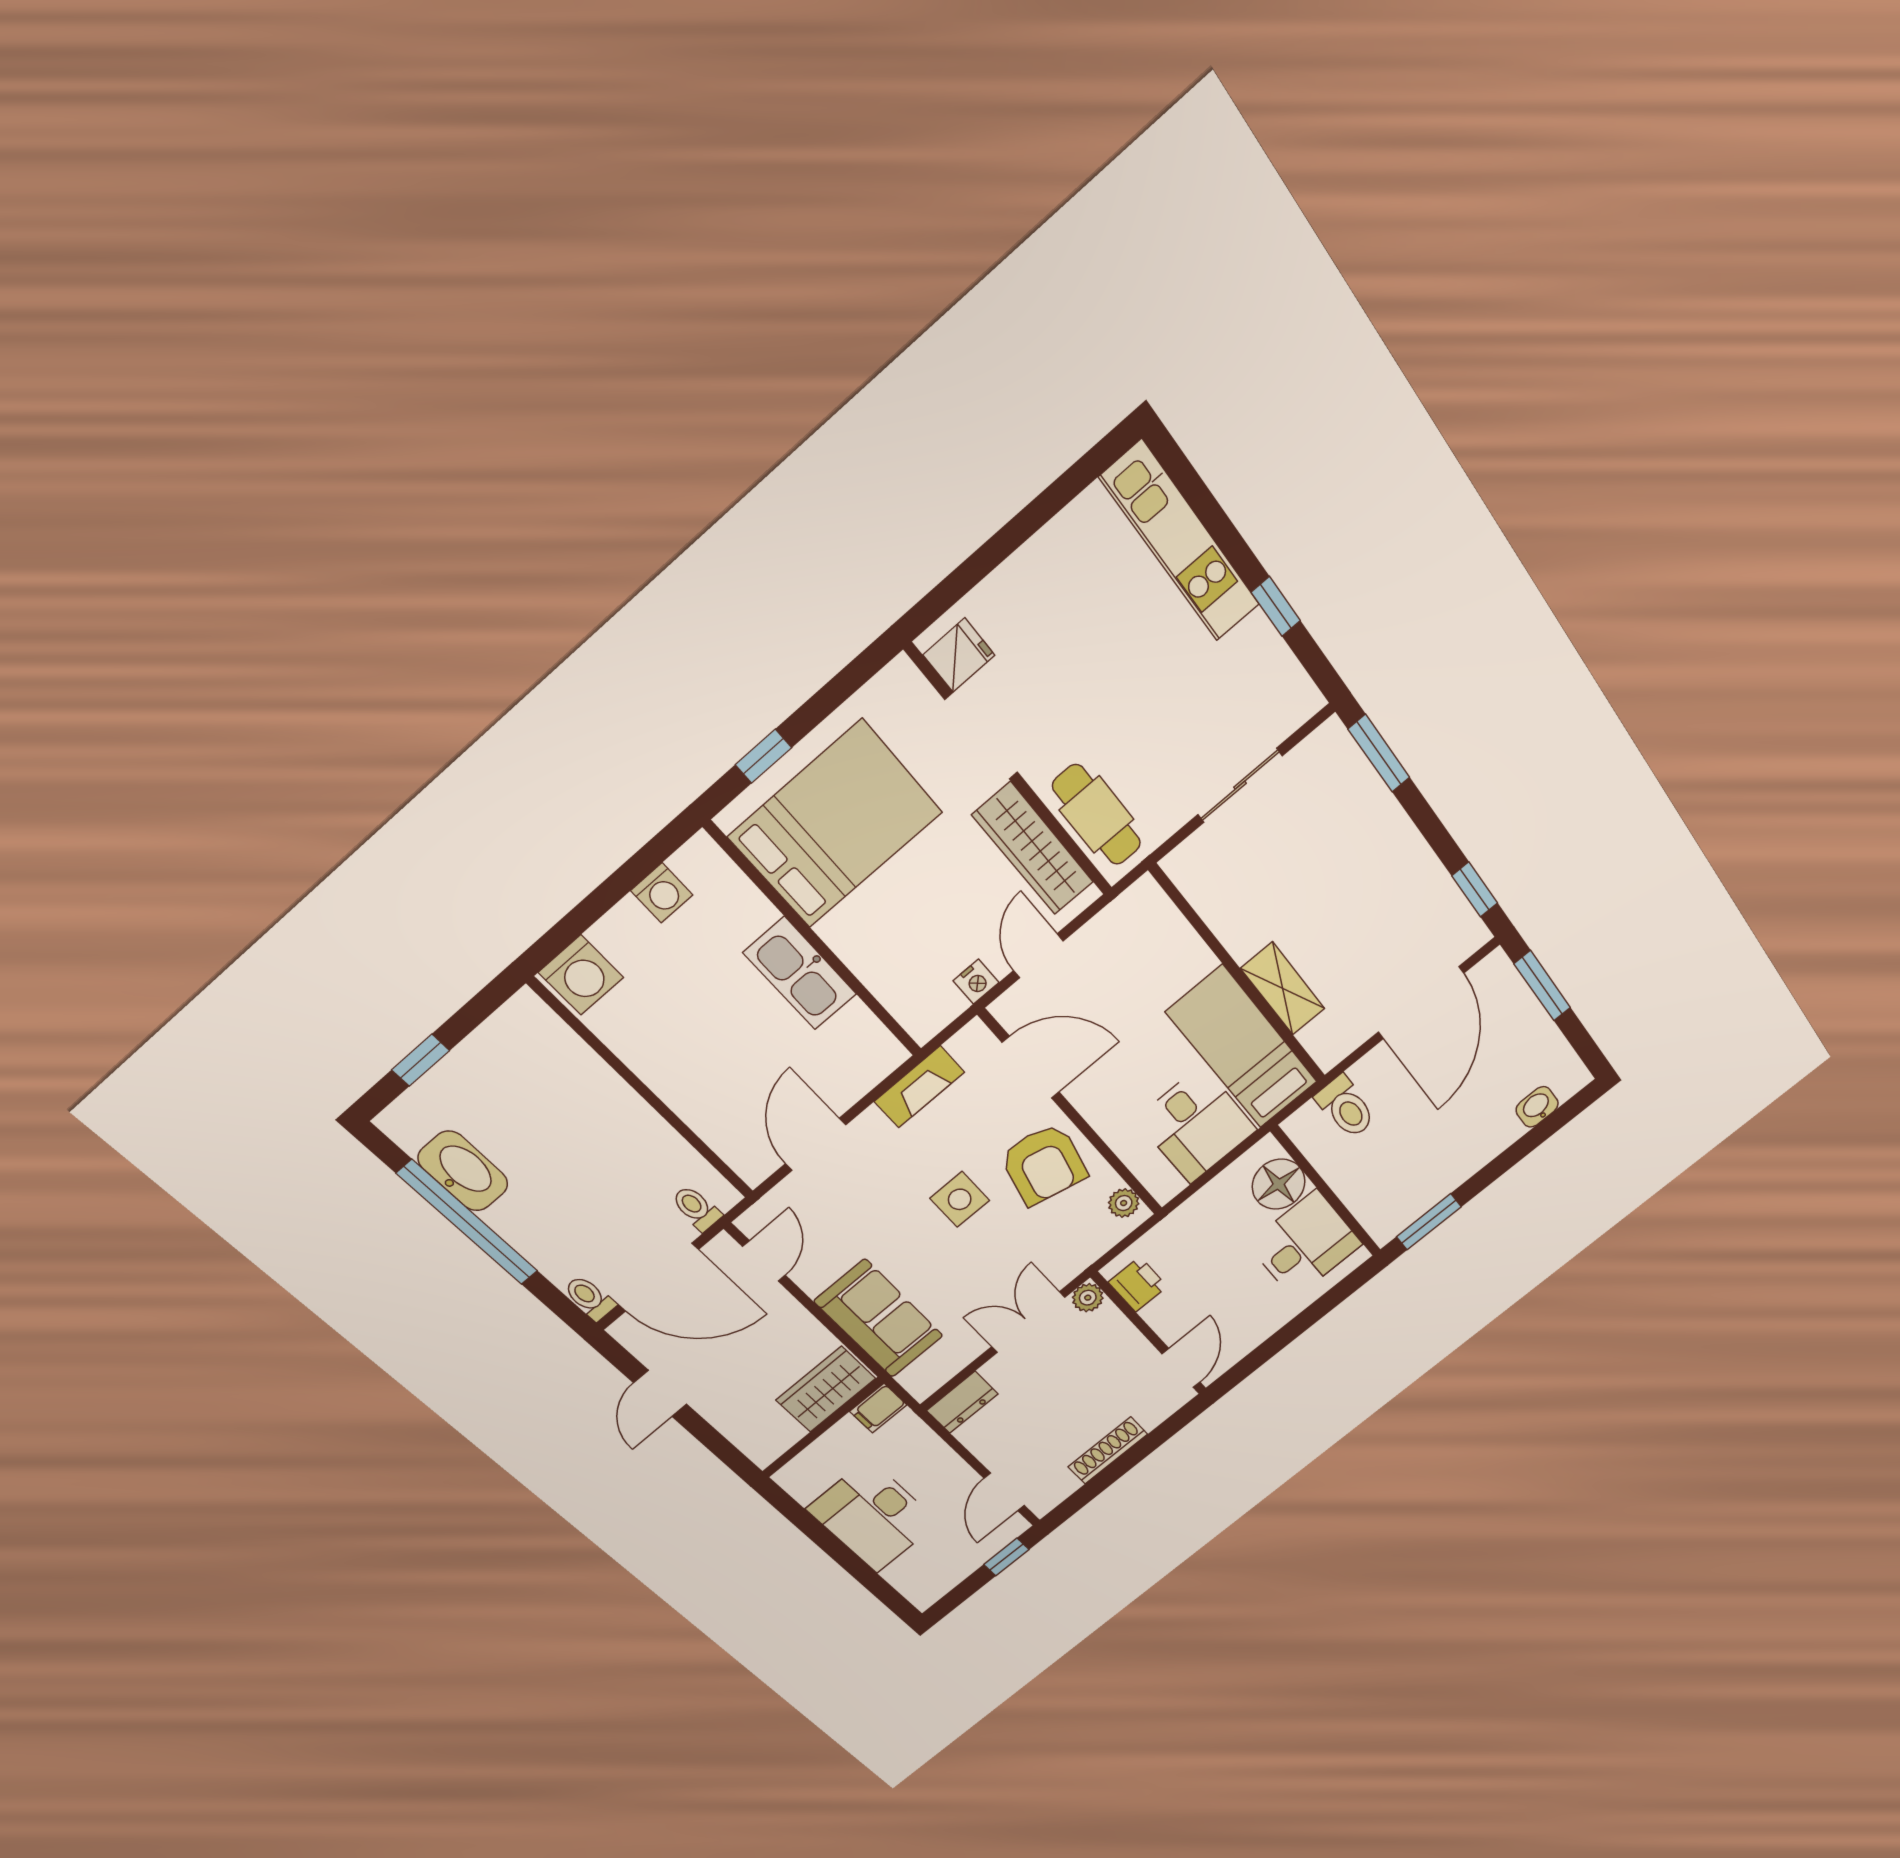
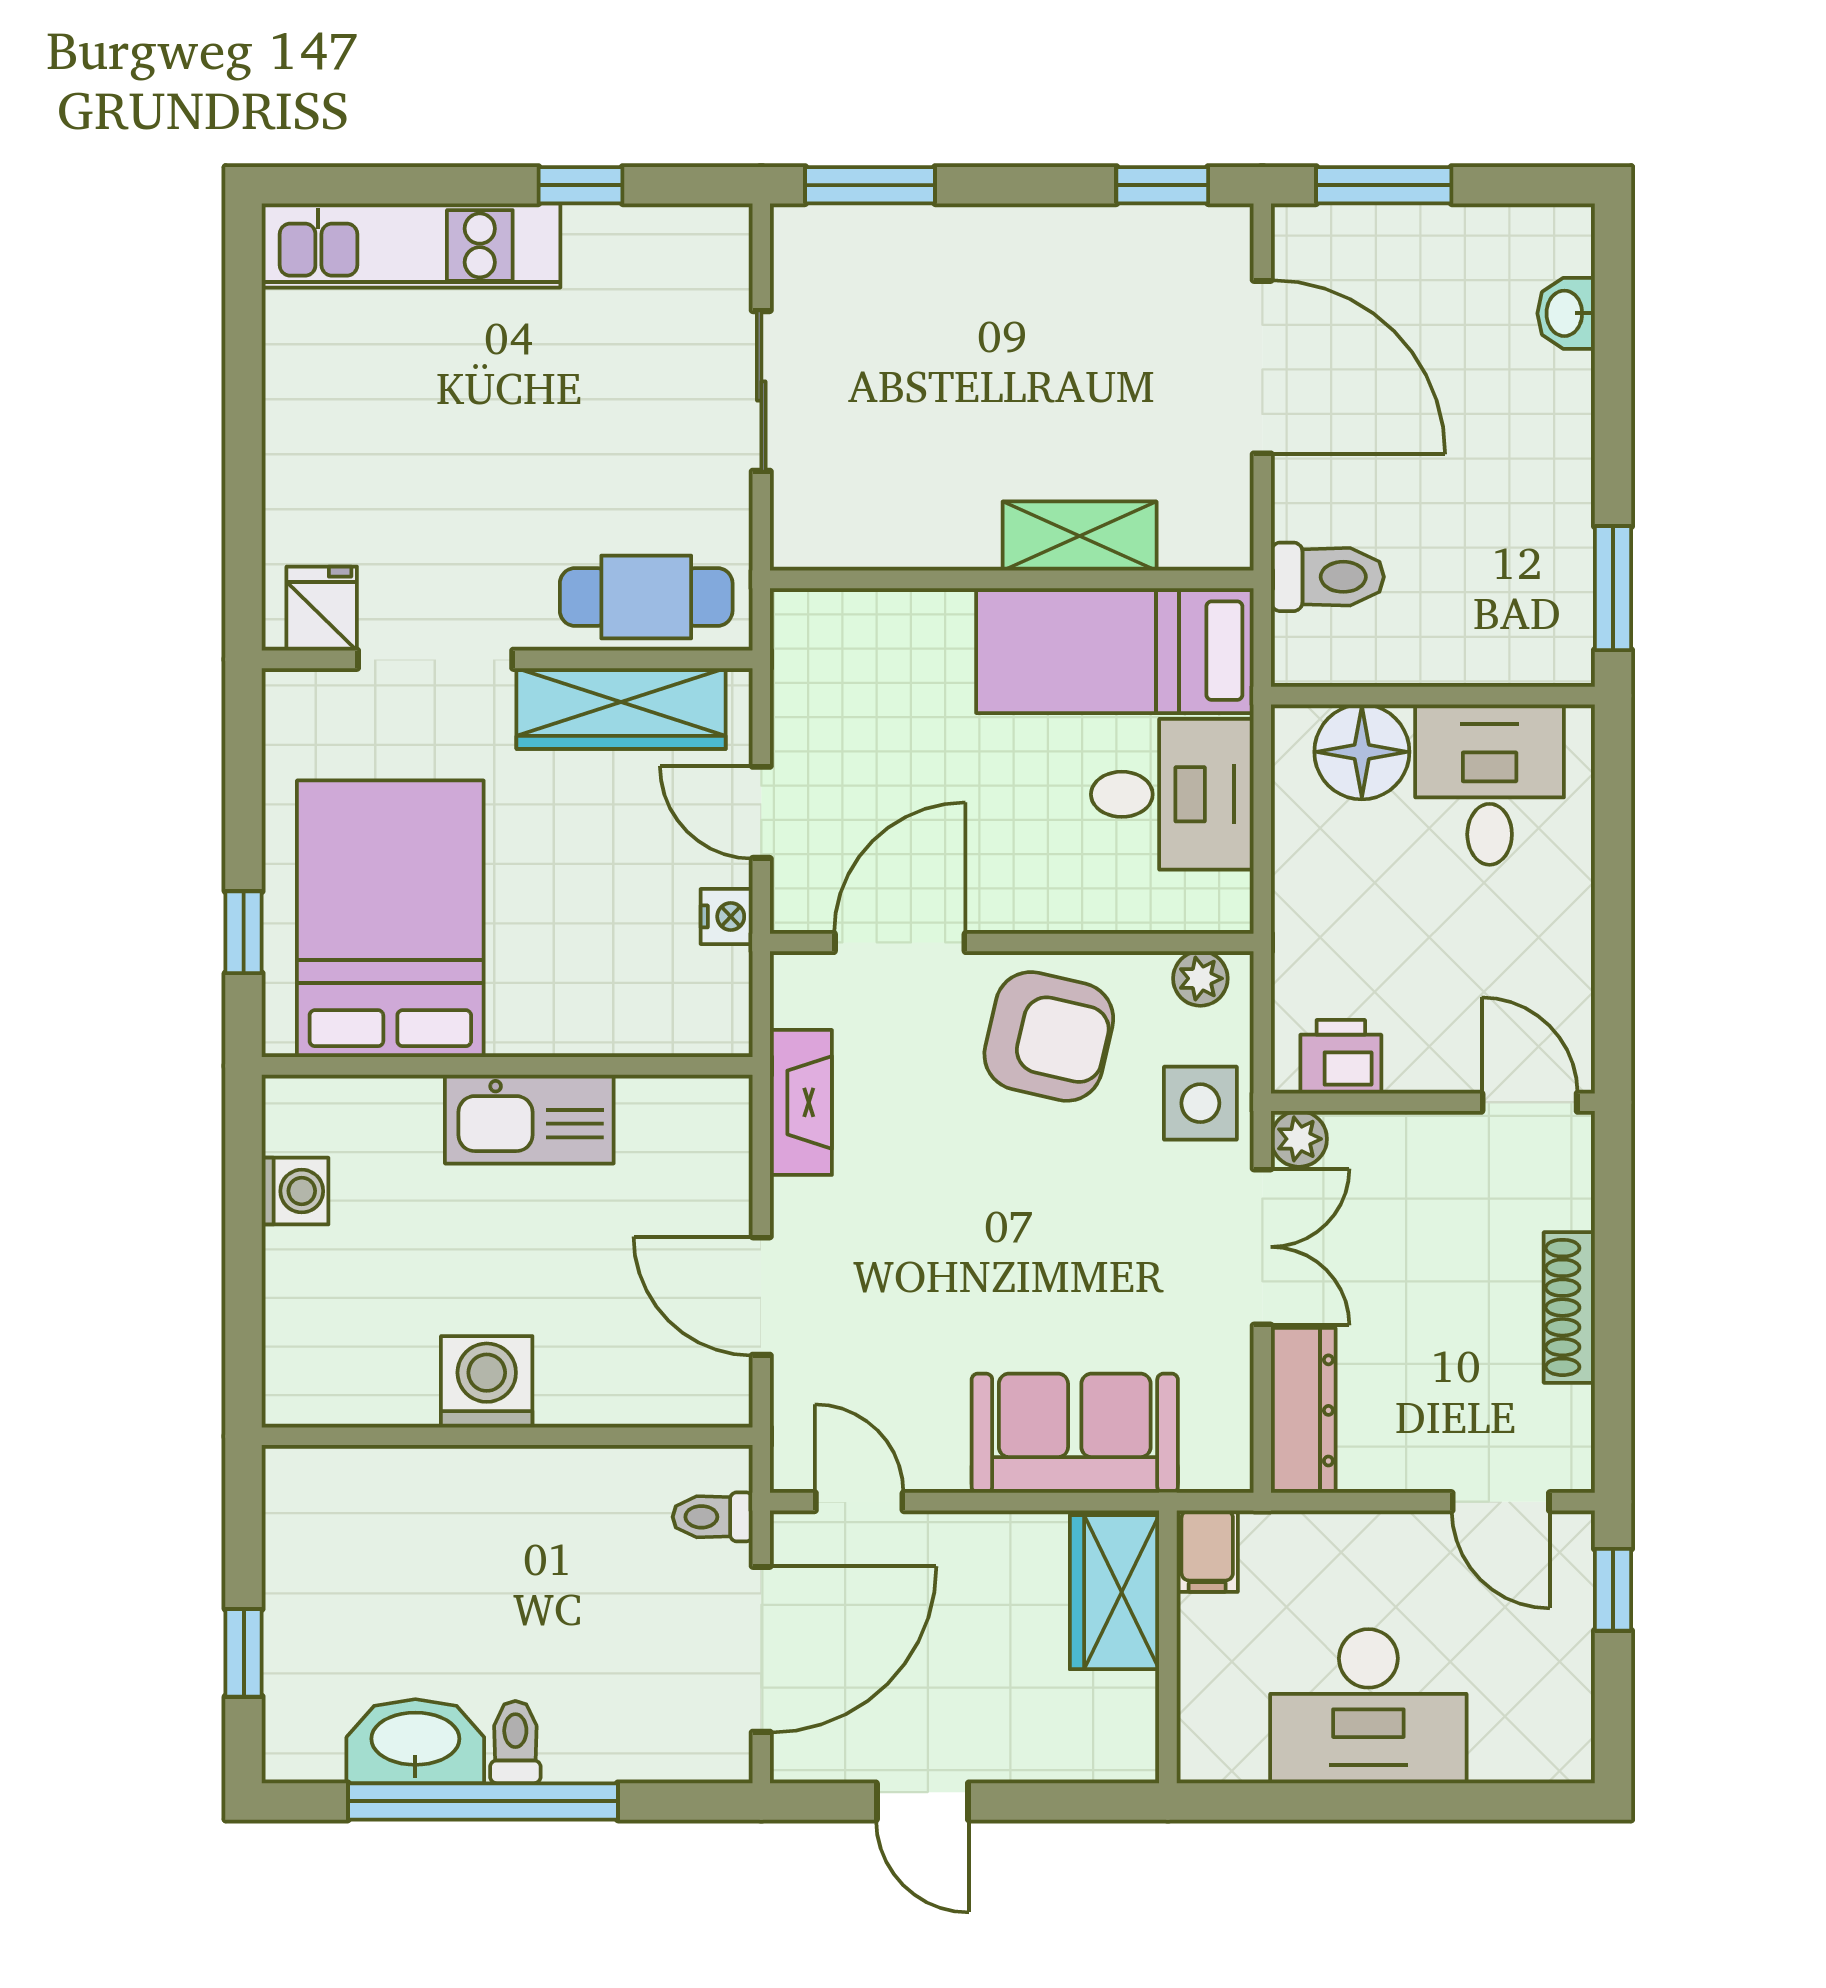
washing machine: (581, 975) -> (487, 1382), moved, turned -90
side table: (960, 1199) -> (1200, 1103), moved
toilet: (590, 1298) -> (515, 1742), moved, turned 90
double door: (1028, 1322) -> (1262, 1247), swing flipped
dresser: (962, 1402) -> (1303, 1410), width x1.44

